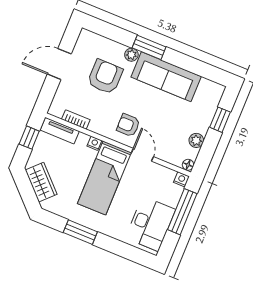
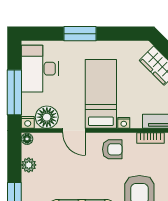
armchair: (128, 125) -> (112, 149), moved
floor lamp: (162, 177) -> (47, 117), added
window: (80, 232) -> (80, 34), moved

